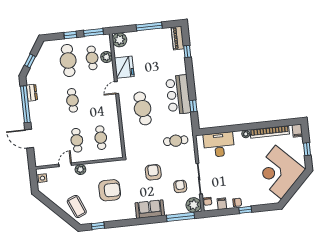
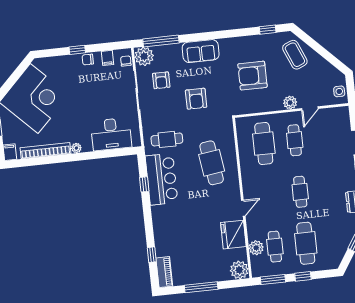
bar counter: (178, 95) -> (162, 179), moved
cafe table: (143, 108) -> (212, 163), moved
cafe table: (101, 138) -> (264, 144), width x1.37, depth x1.35

